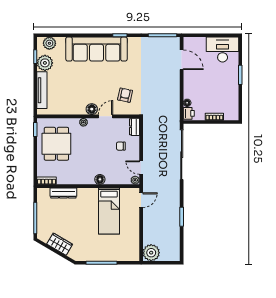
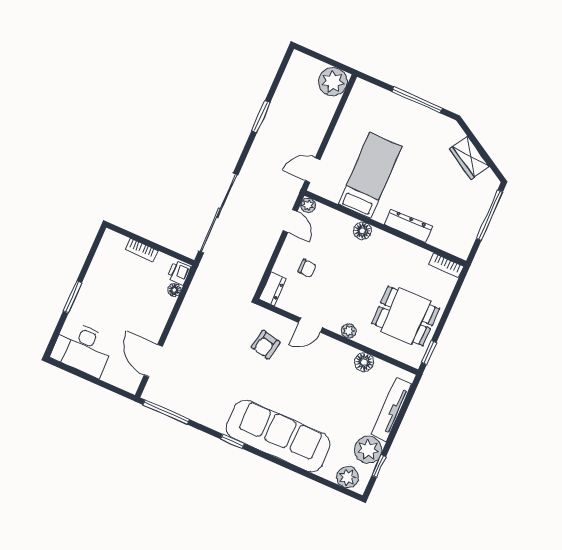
floor lamp: (92, 109) -> (364, 362), moved
dining table: (56, 144) -> (406, 316), turned 90
dresser: (63, 193) -> (408, 226), moved

